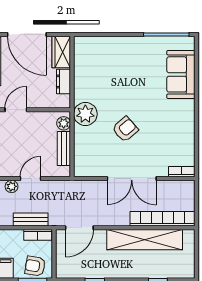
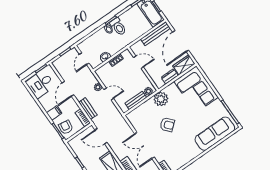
corner sofa: (105, 58) -> (196, 89), added
sofa: (181, 74) -> (215, 134), width x1.36

